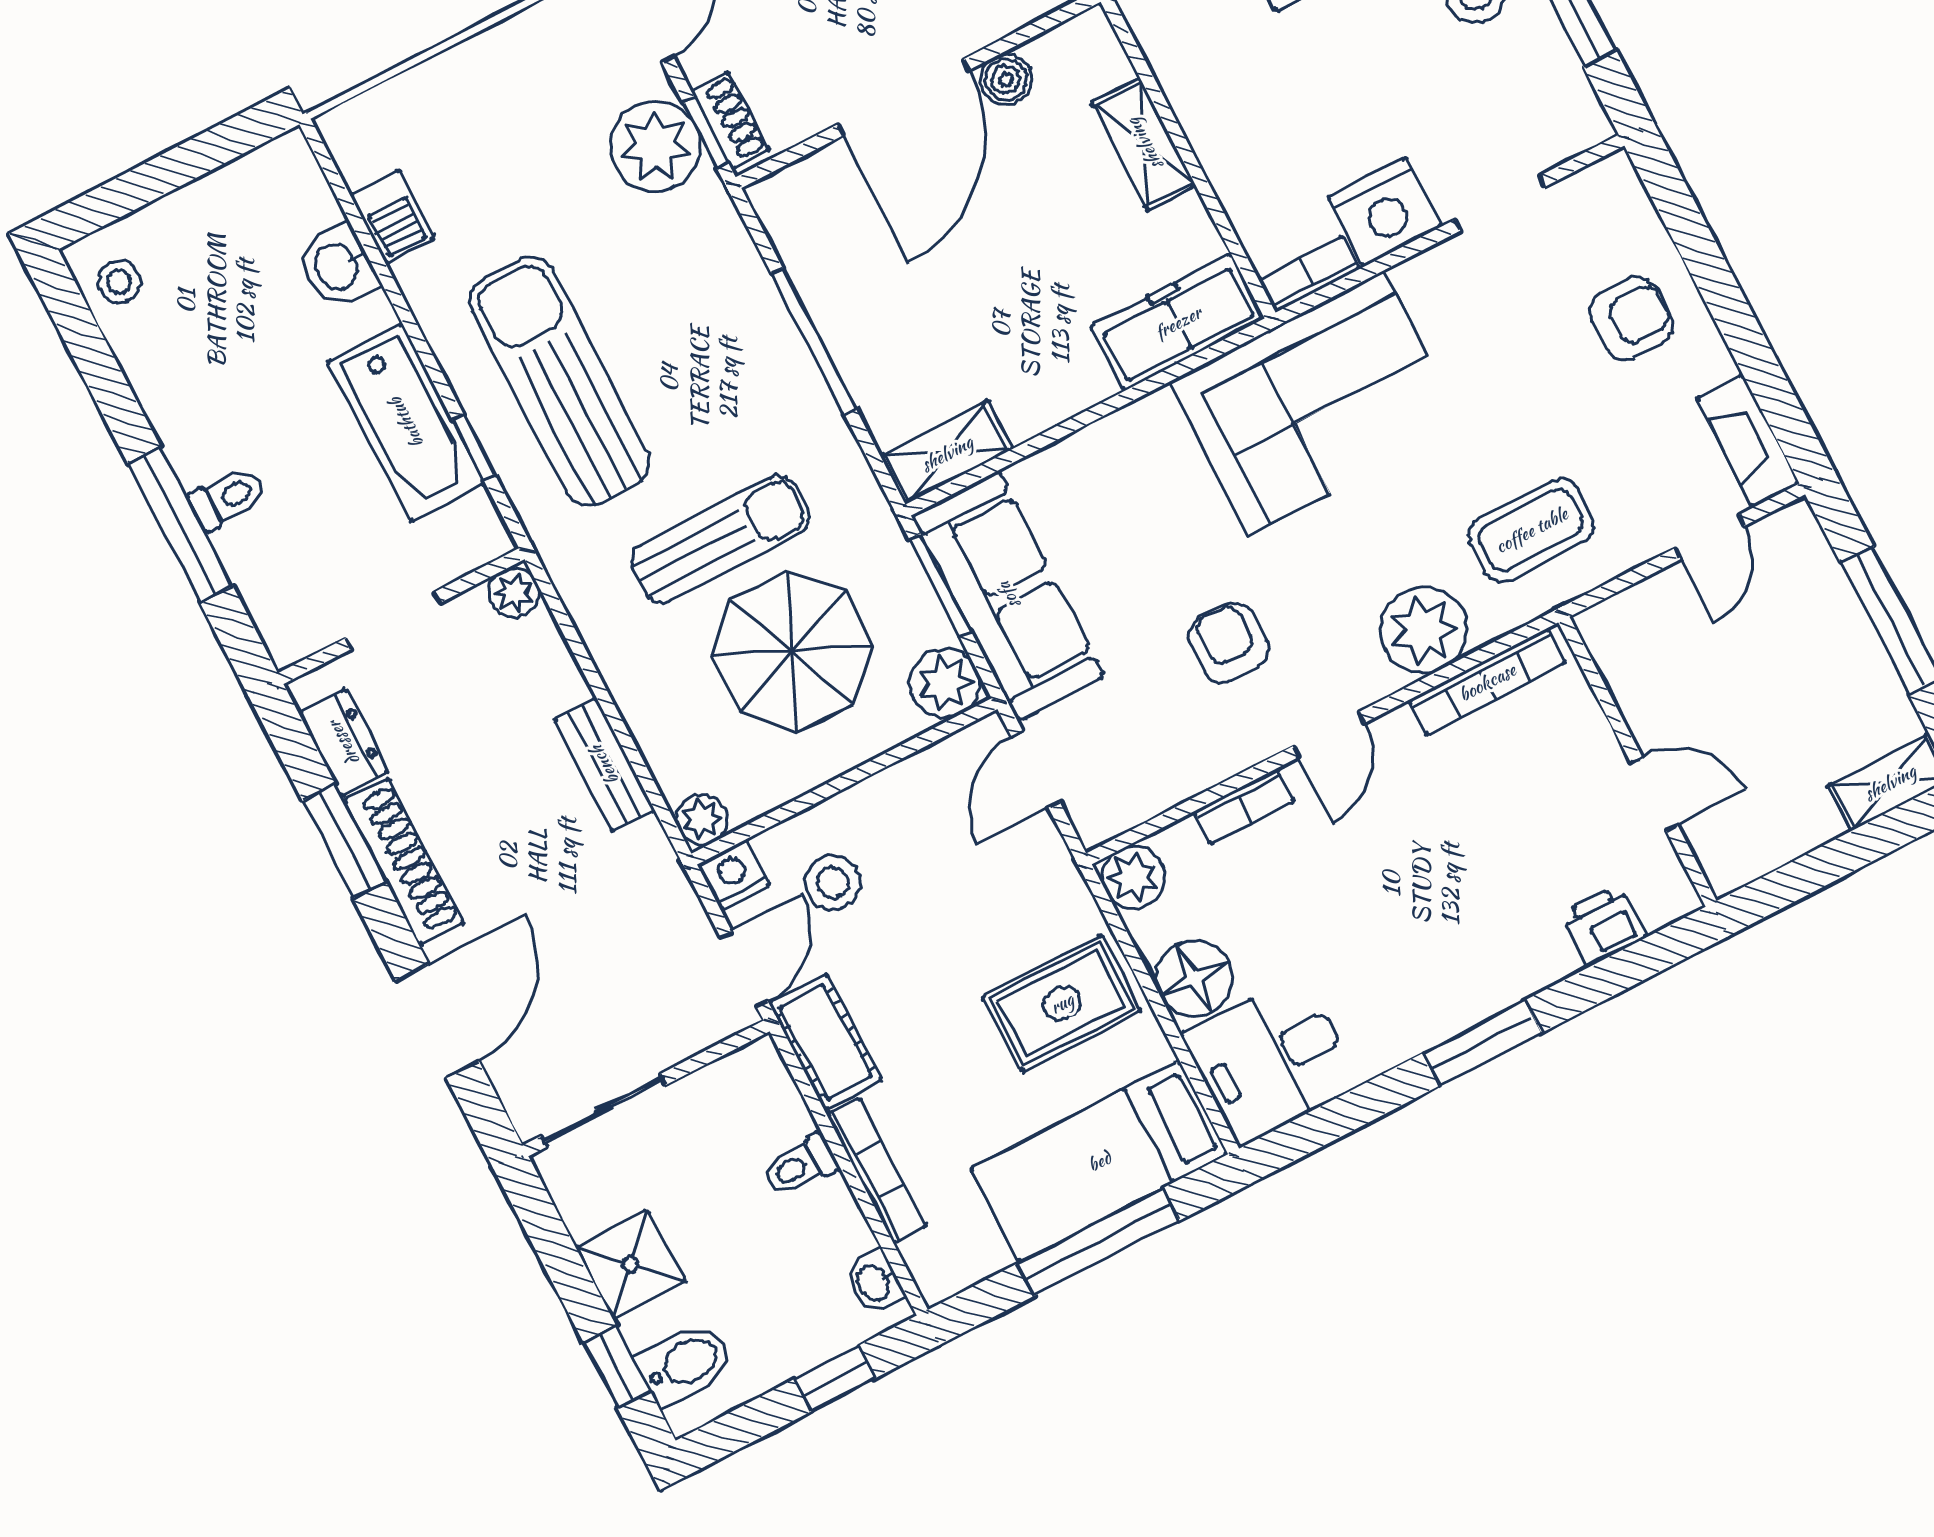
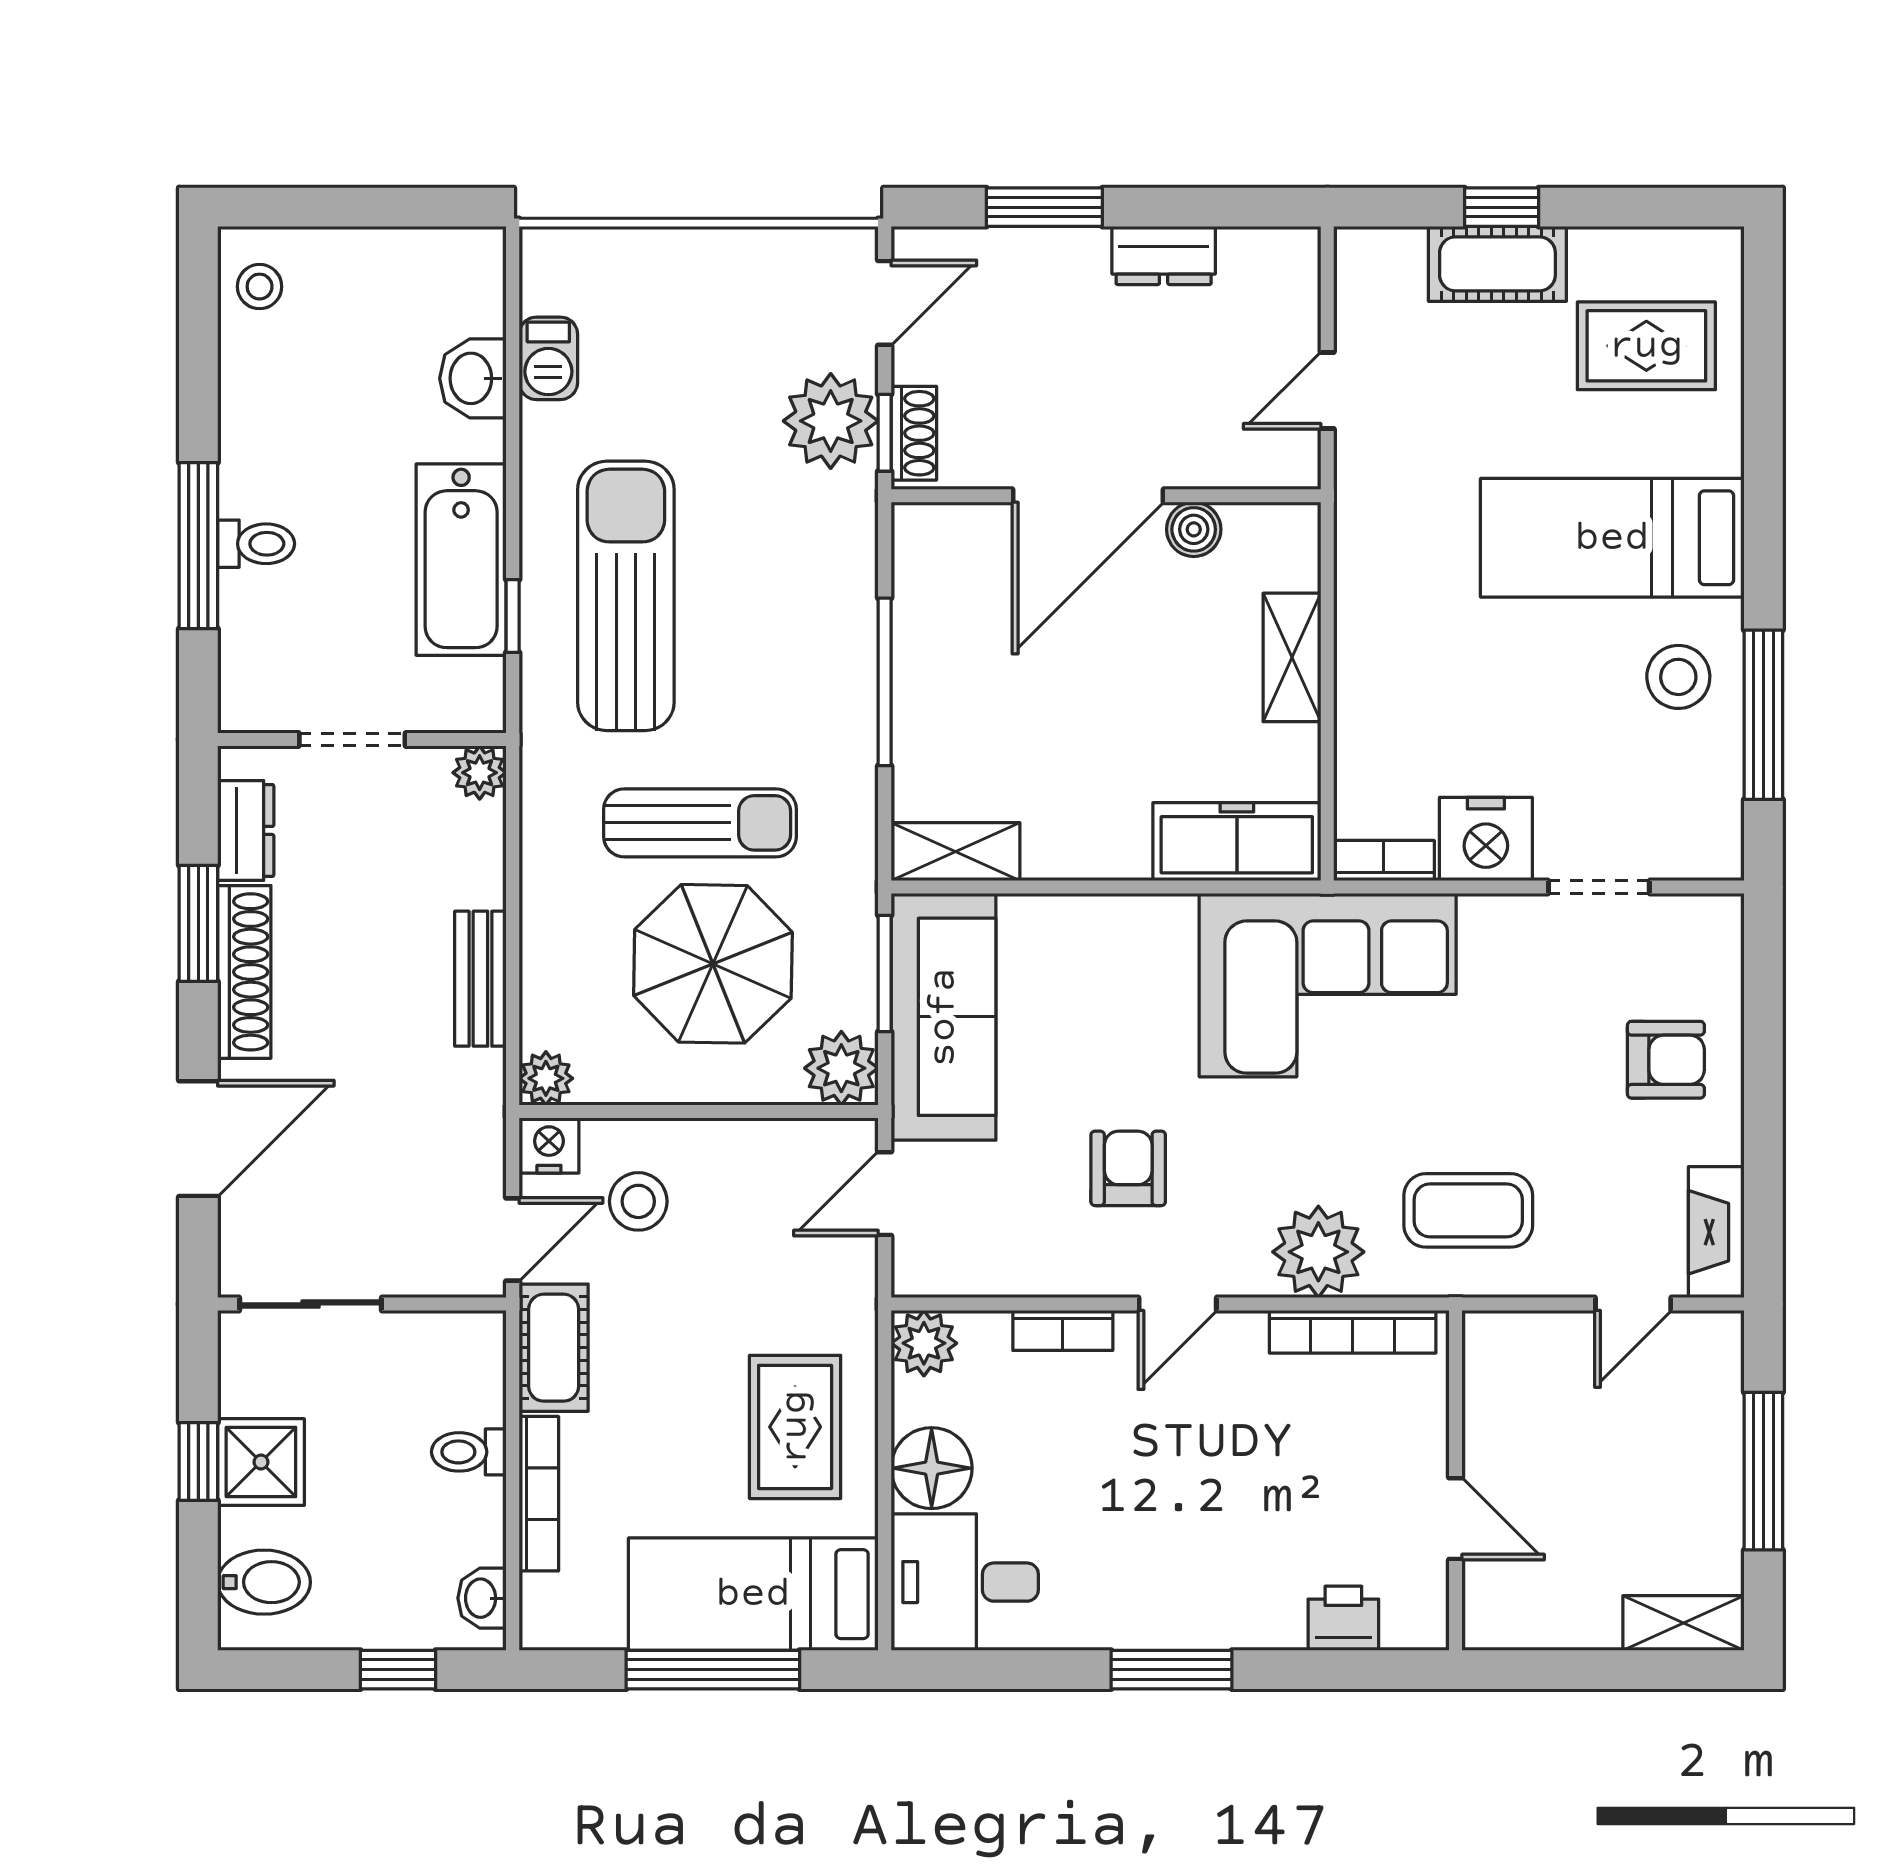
rug: (1062, 1003) -> (795, 1427), turned 90
window: (617, 1367) -> (198, 1462), moved

